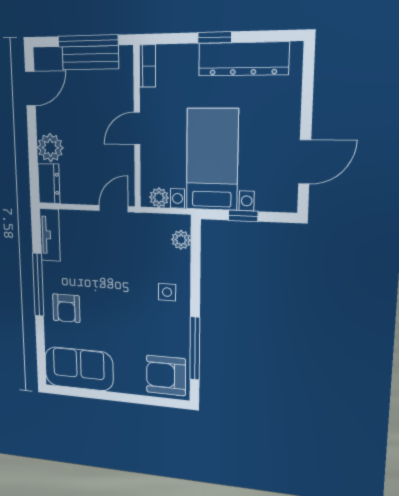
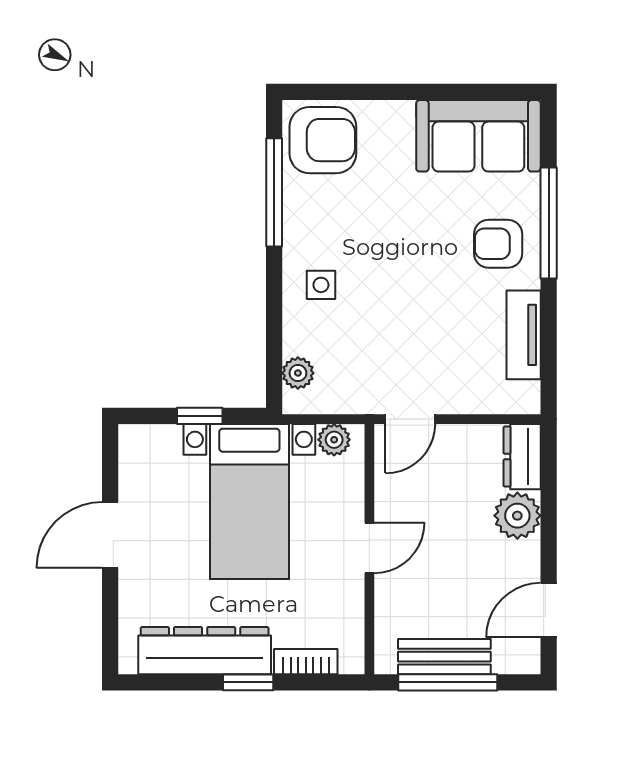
bookcase: (147, 66) -> (306, 662), moved, turned 90
door: (305, 162) -> (110, 535), moved
tv unit: (50, 235) -> (524, 335), moved
window: (38, 285) -> (549, 223), moved
armchair: (66, 308) -> (498, 244), turned -90

